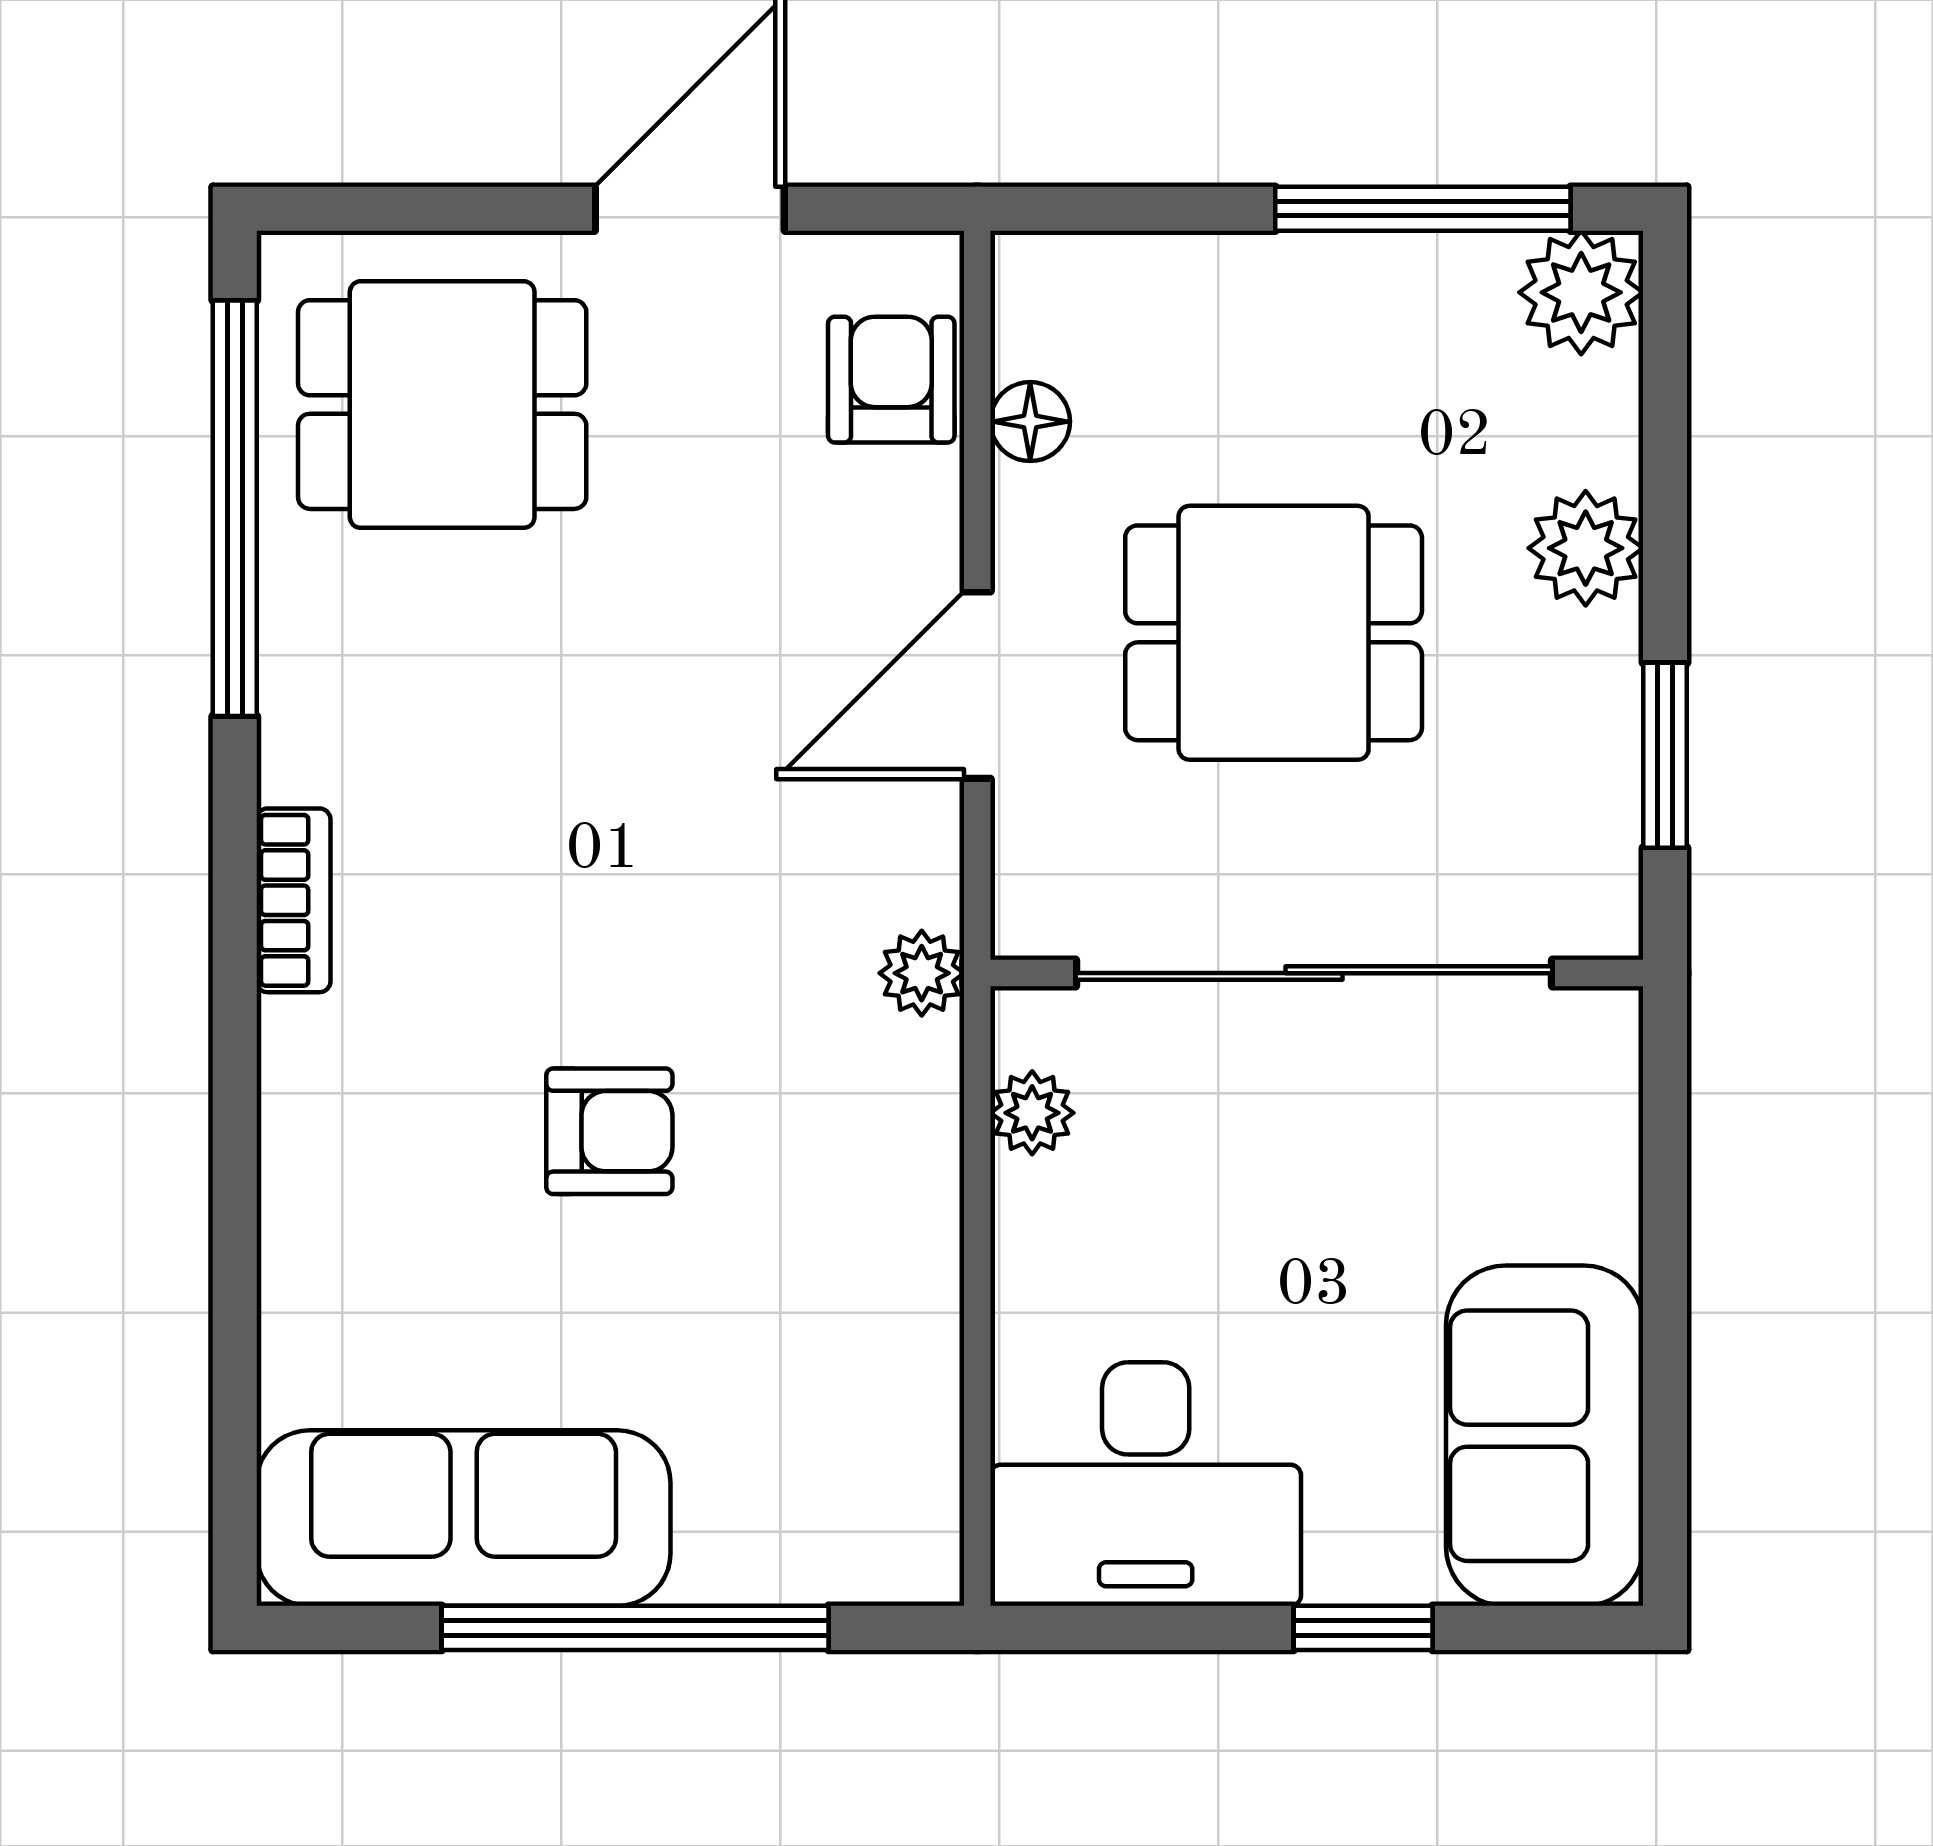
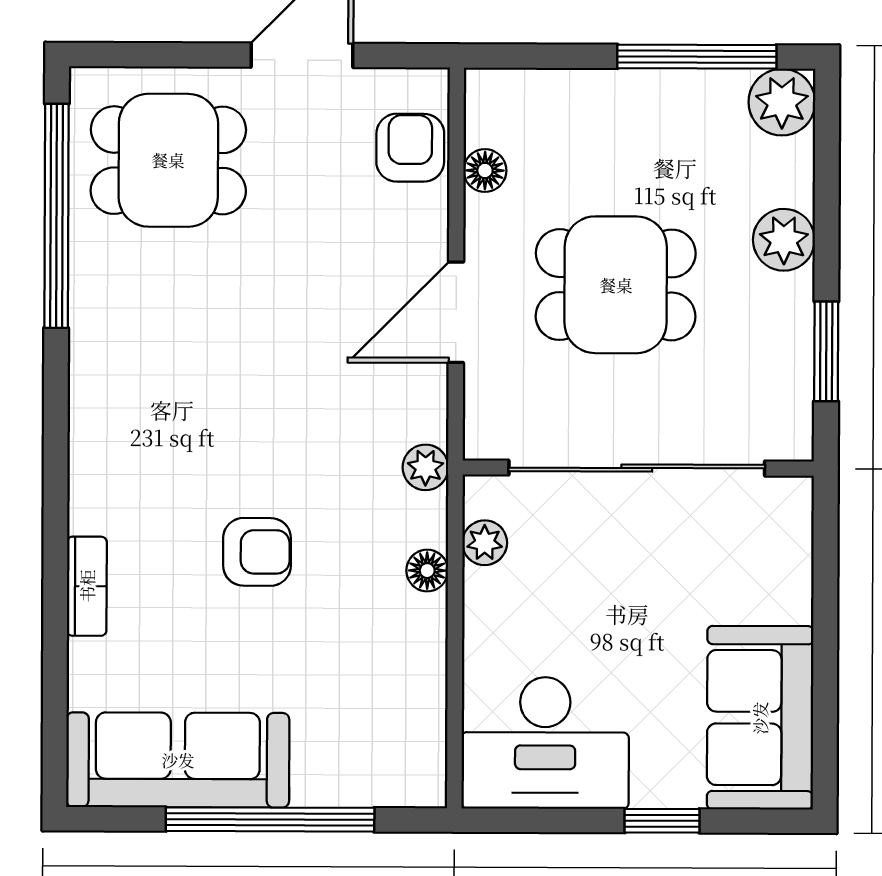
bookcase: (294, 900) -> (87, 586), moved
floor lamp: (925, 1165) -> (427, 571), added

